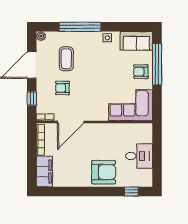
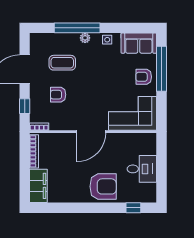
plant: (41, 36) -> (85, 38), moved
coffee table: (66, 59) -> (62, 63), turned 90
door: (71, 122) -> (91, 132), moved

